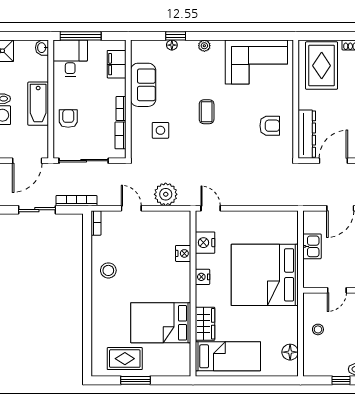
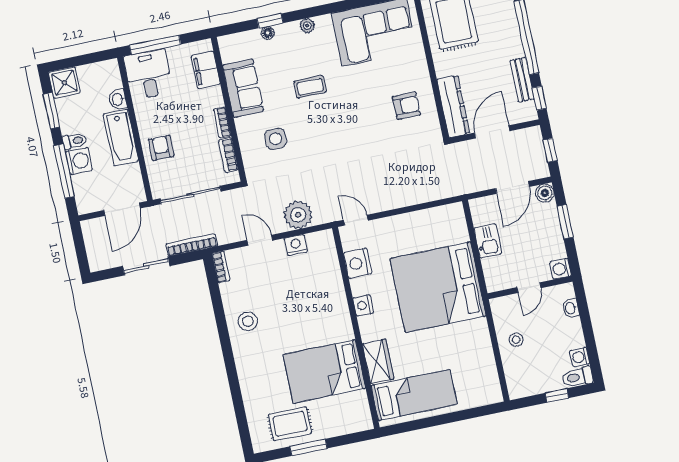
washbasin: (42, 48) -> (118, 99), moved
coffee table: (207, 112) -> (310, 87), moved, turned 90
nightstand: (183, 253) -> (296, 245), moved, turned -90
floor lamp: (290, 352) -> (488, 374), removed

